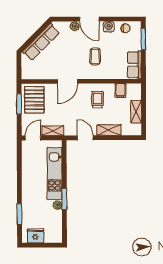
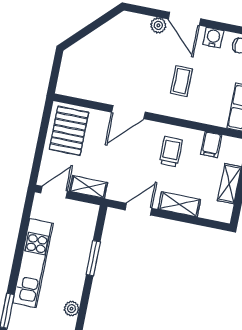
row of seats: (41, 42) -> (99, 40), removed
window: (19, 104) -> (43, 133), removed
door: (85, 138) -> (138, 209), hinge flipped
kitchen unit: (55, 174) -> (33, 263), moved, turned 180
window: (64, 199) -> (93, 258), moved

